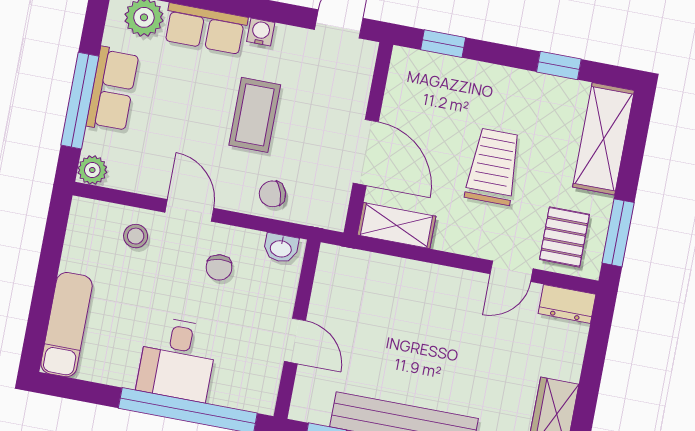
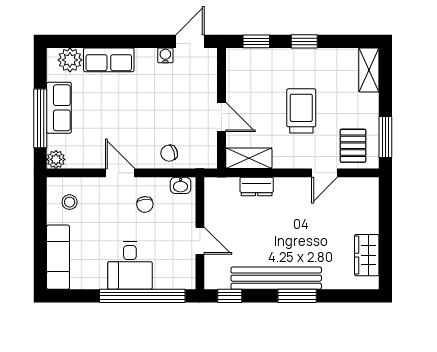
water cooler: (261, 32) -> (165, 55), moved
window: (559, 65) -> (304, 41), moved
coffee table: (255, 115) -> (149, 107), removed
shelving: (604, 139) -> (369, 70), width x0.67, depth x0.75
door: (366, 152) -> (221, 117), width x0.73
stool: (136, 236) -> (70, 202), moved
dresser: (567, 304) -> (257, 187), moved

